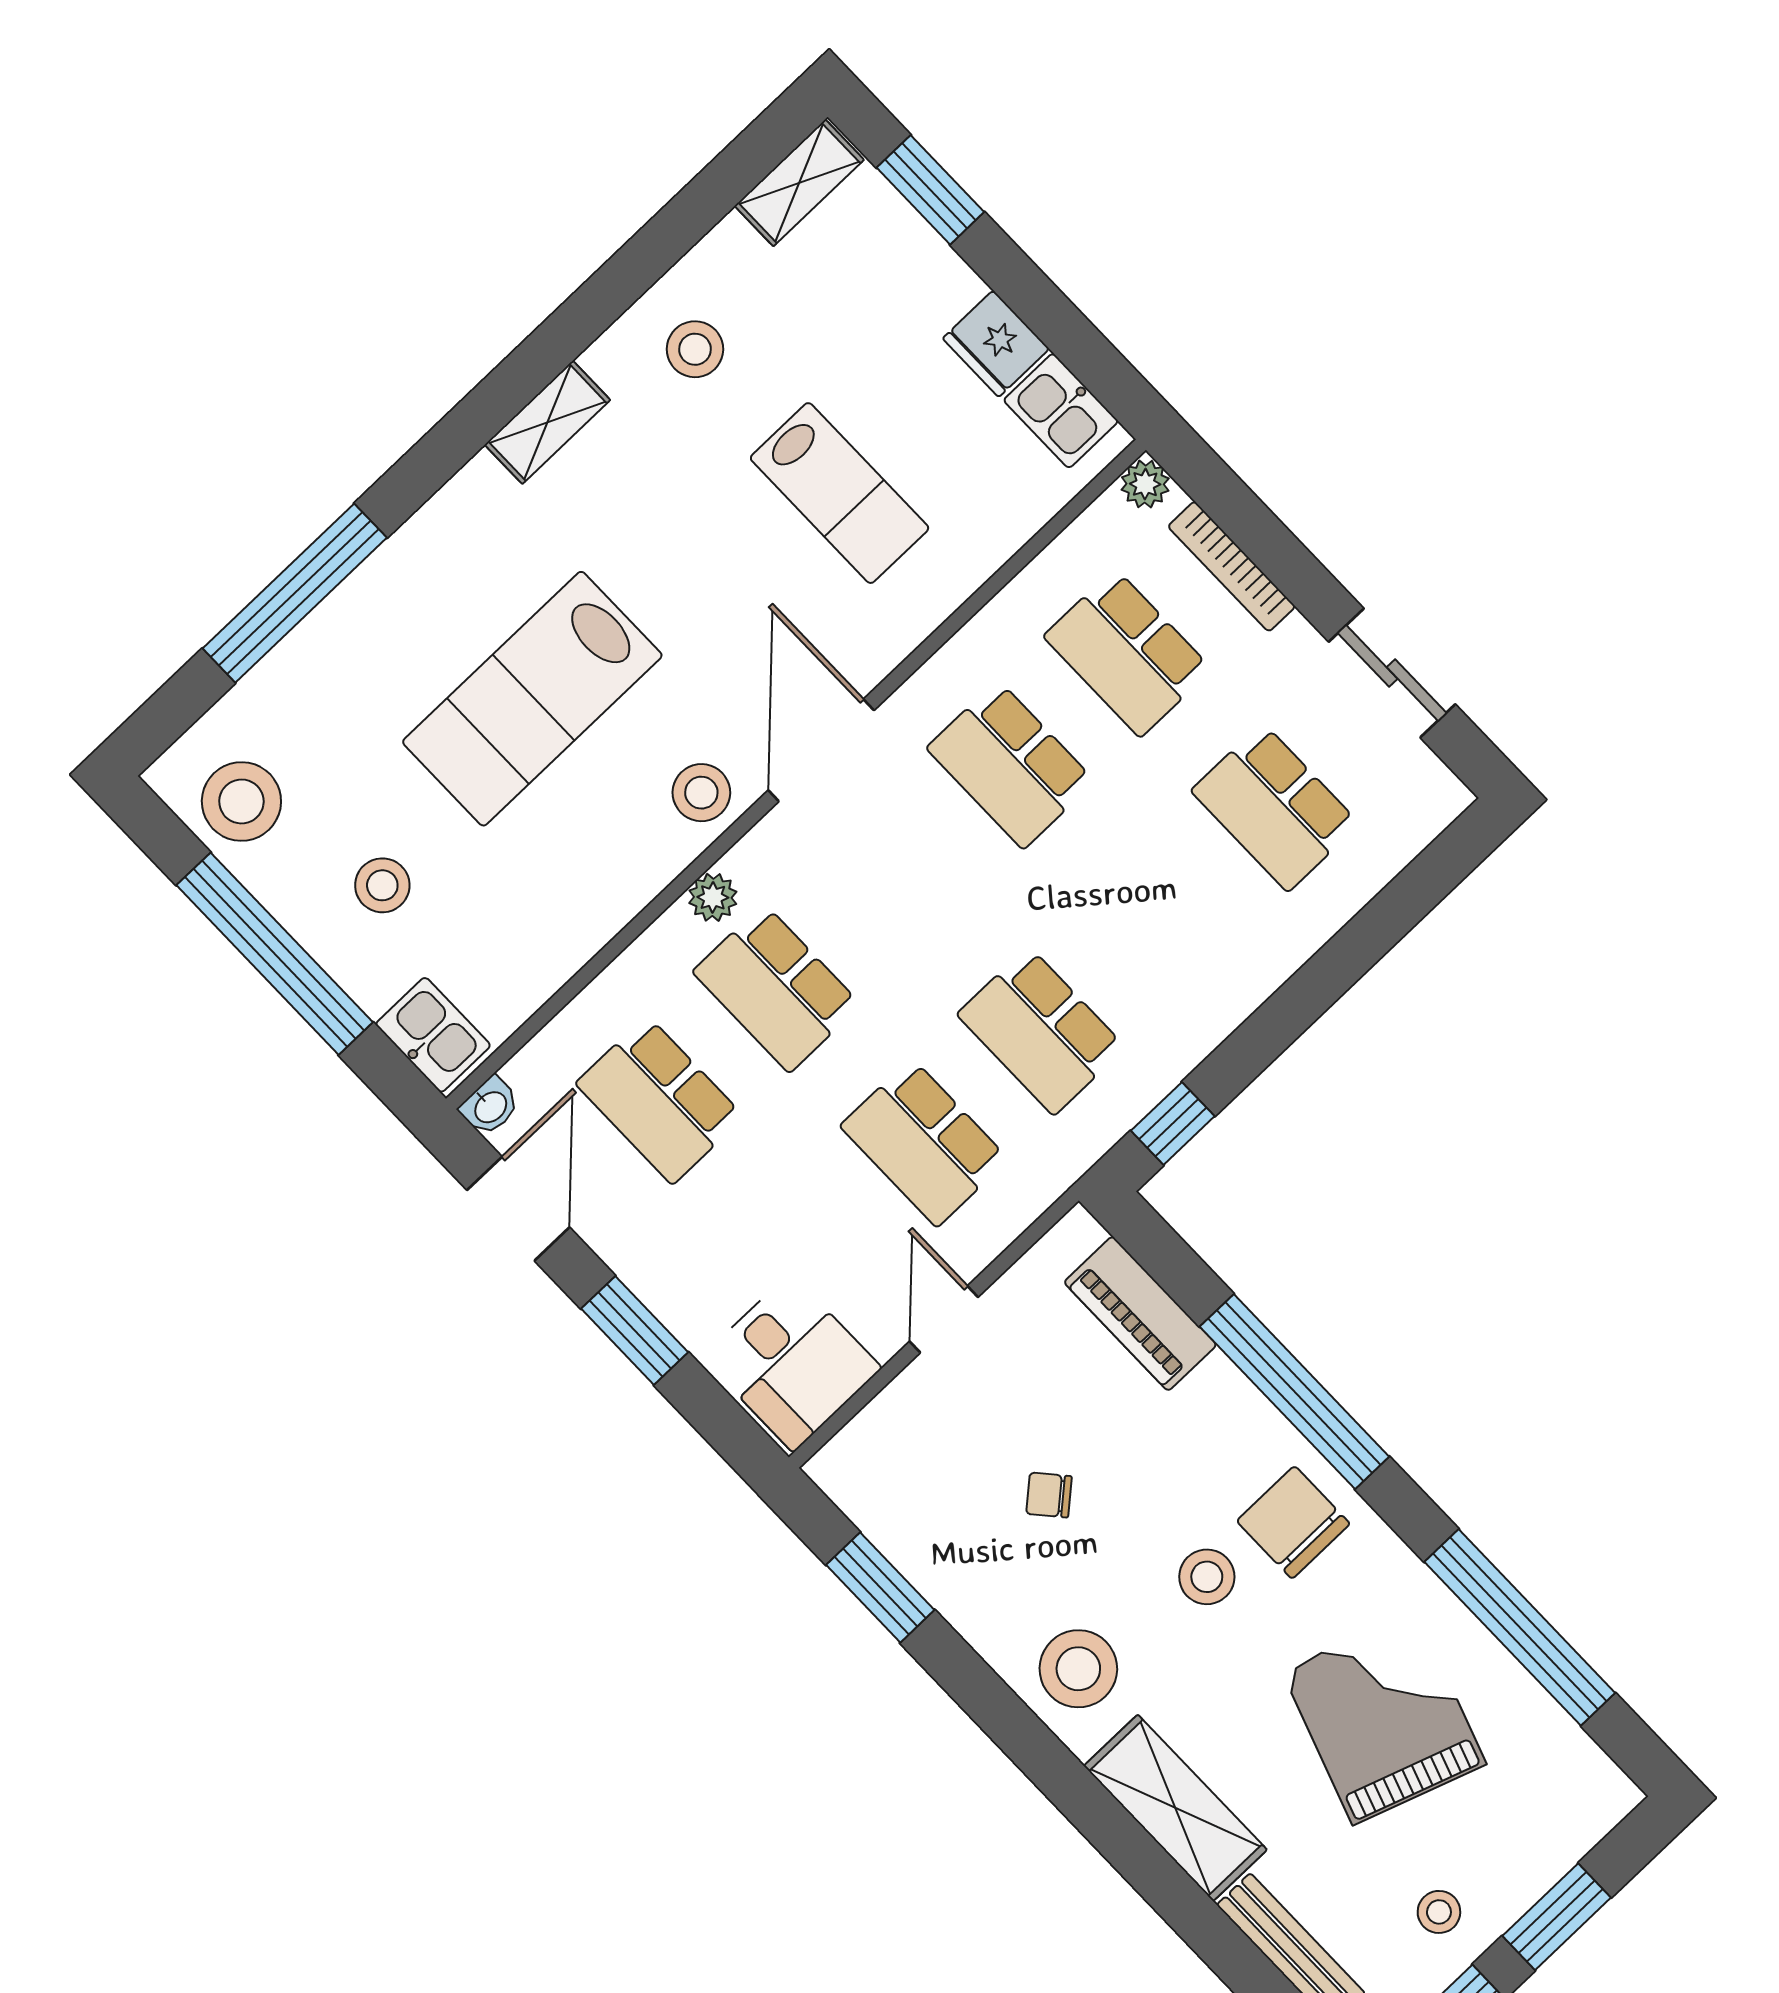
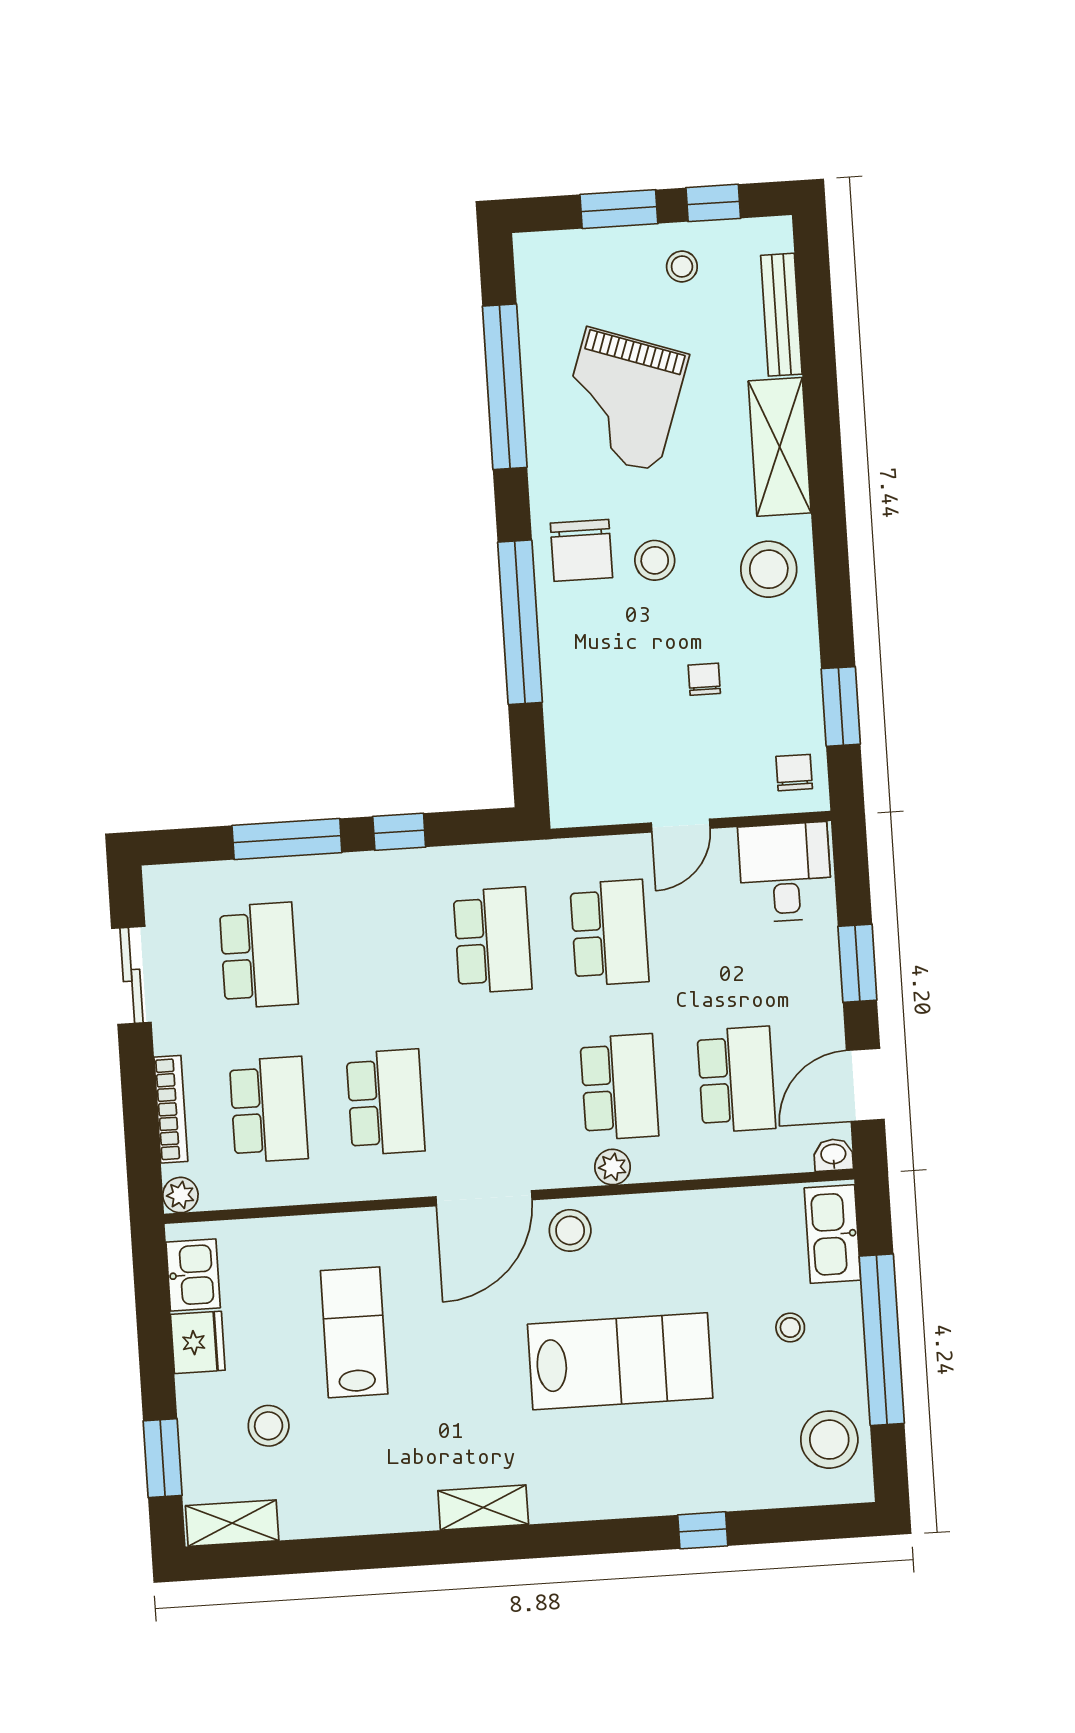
stool: (695, 349) -> (269, 1426), moved
window: (295, 593) -> (703, 1530), width x0.32
stool: (382, 885) -> (790, 1328), width x0.73, depth x0.73
window: (1349, 955) -> (287, 839), added
kitchen sink: (433, 1035) -> (832, 1234), width x1.38
window: (1173, 1123) -> (399, 832), moved
piano: (1140, 1314) -> (569, 737), removed
chair: (871, 1476) -> (794, 773), added
chair: (1049, 1495) -> (704, 679), turned -139

